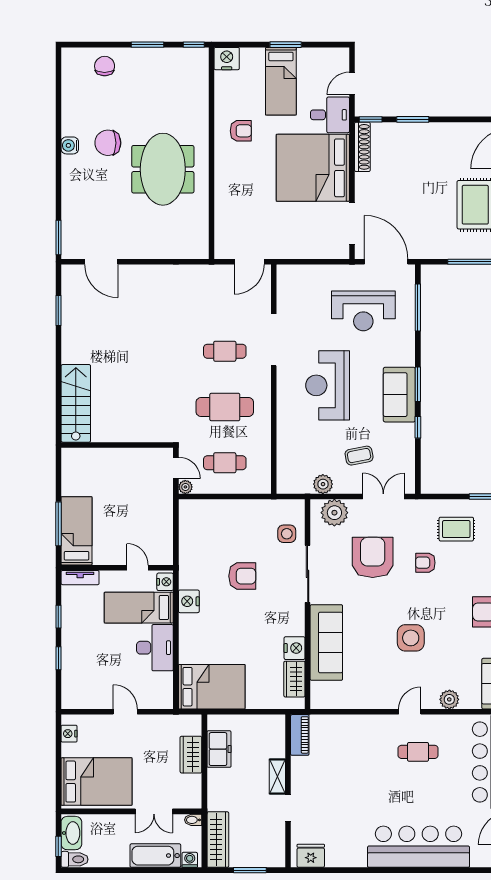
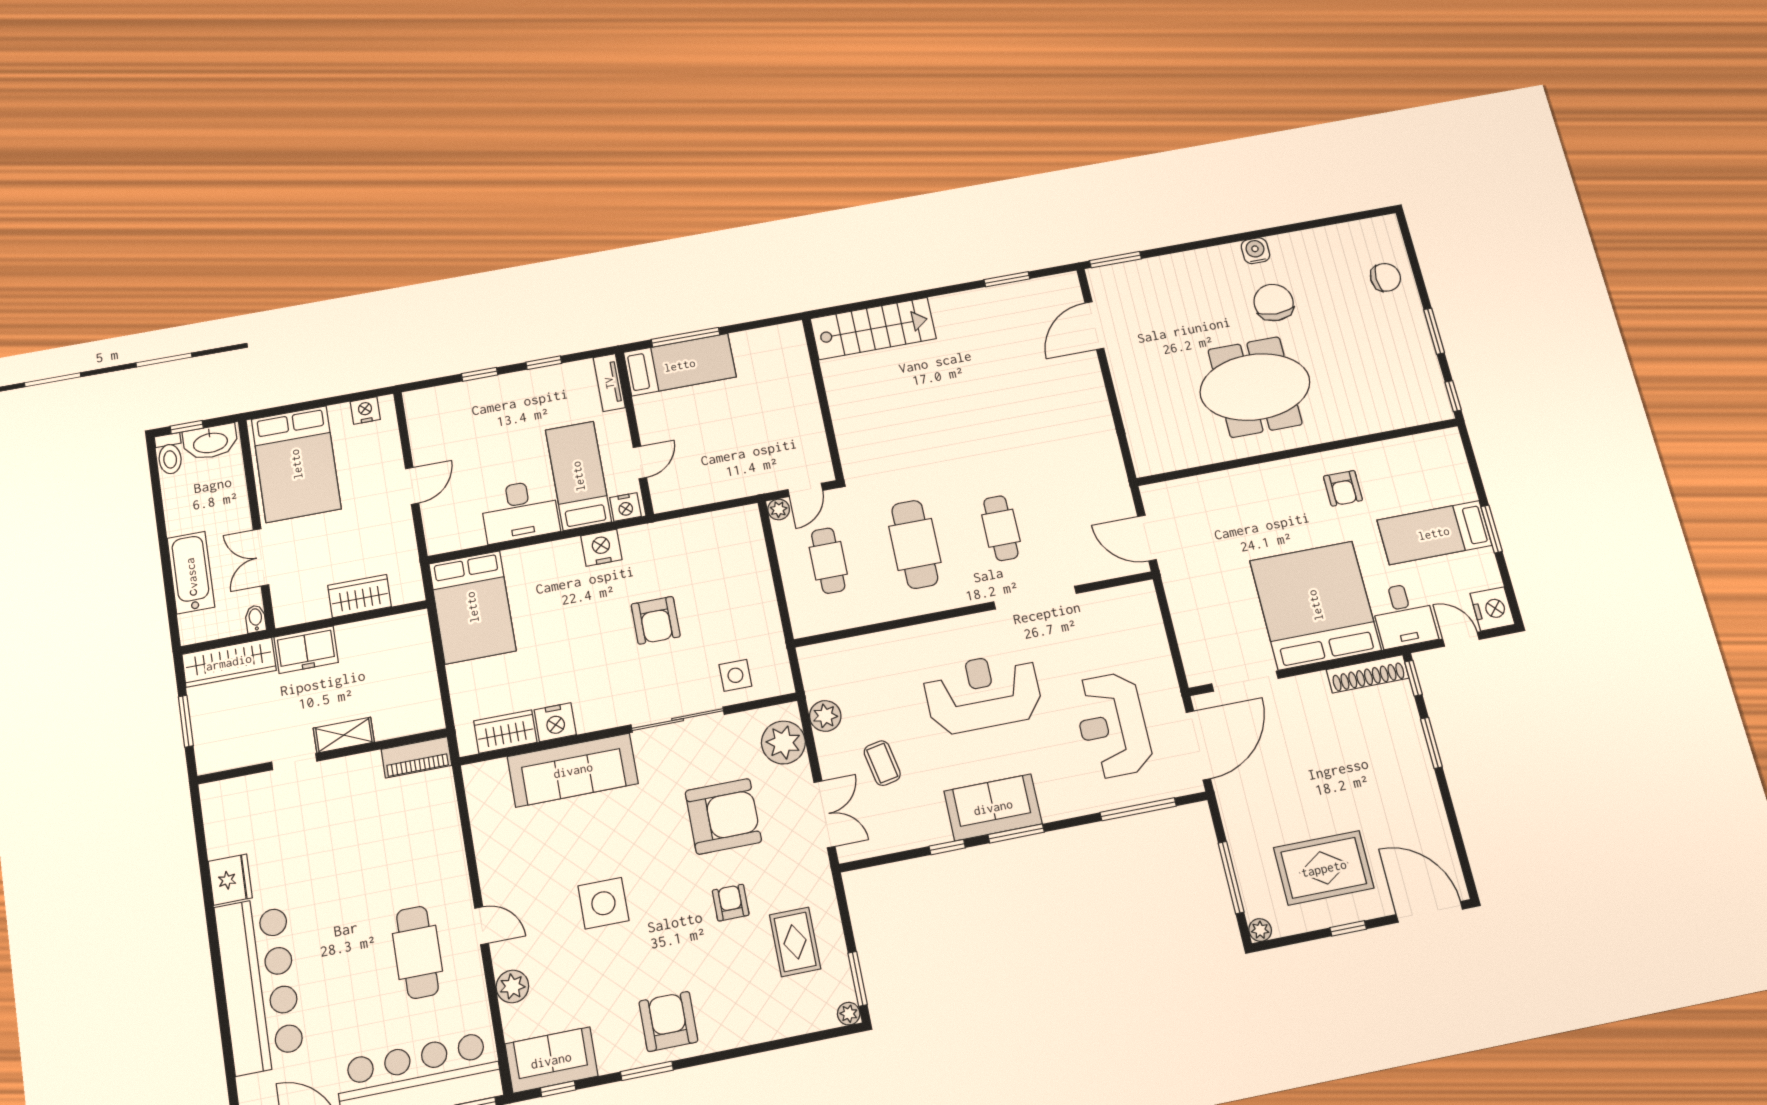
nightstand: (227, 59) -> (1492, 609), moved
freezer: (219, 749) -> (306, 650), moved
cafe table: (418, 752) -> (417, 952), width x1.37, depth x1.35
fridge: (311, 856) -> (230, 880), moved
washing machine: (190, 860) -> (191, 626), removed

